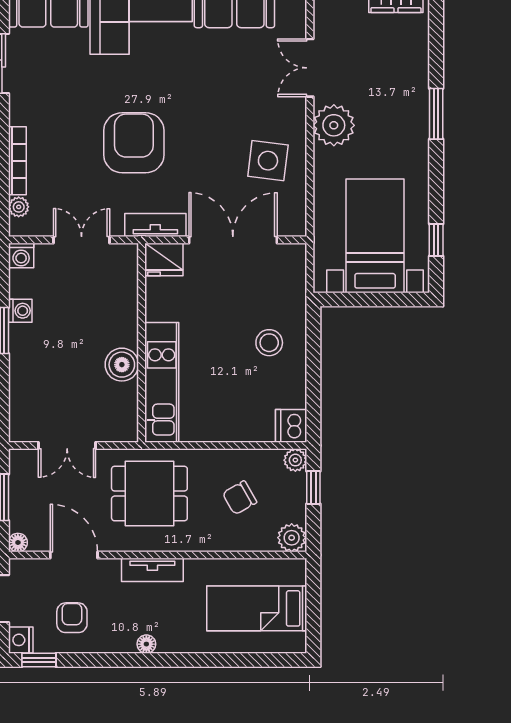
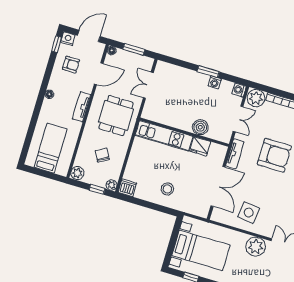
plant: (19, 207) -> (256, 98), width x1.88, depth x1.88
fridge: (164, 260) -> (200, 146), moved, turned -90
boiler: (122, 365) -> (200, 127), moved

